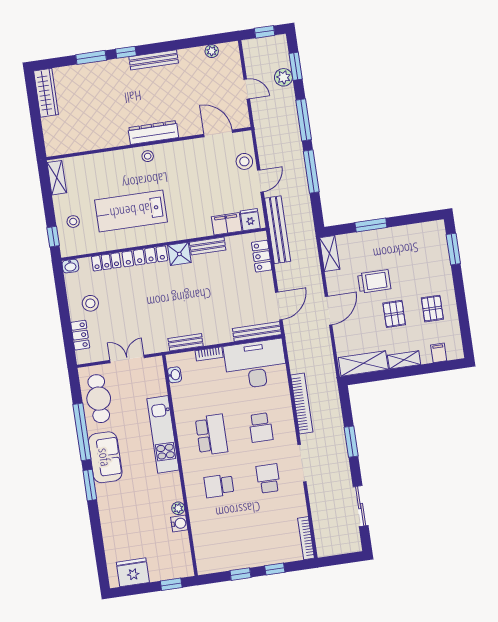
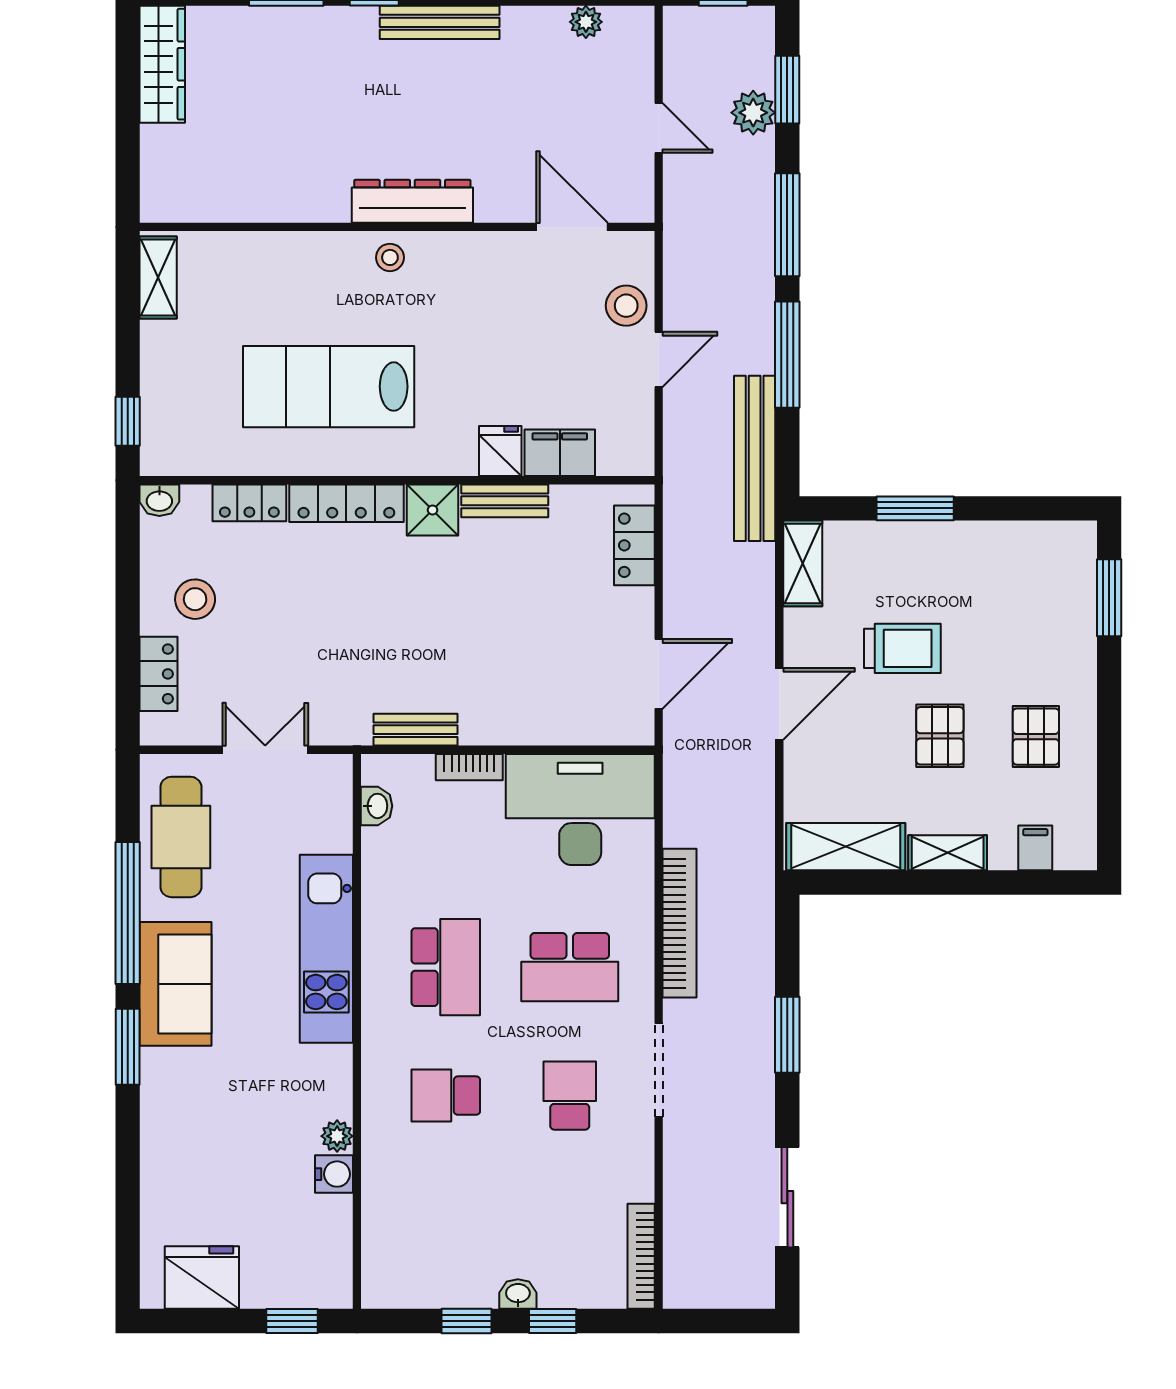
fridge: (250, 220) -> (500, 451), moved
stool: (73, 222) -> (183, 391), removed
bench: (278, 230) -> (755, 458), moved
bench: (257, 331) -> (595, 729), removed
school desk: (261, 427) -> (570, 967), width x1.85
washbasin: (259, 560) -> (518, 1294), added

